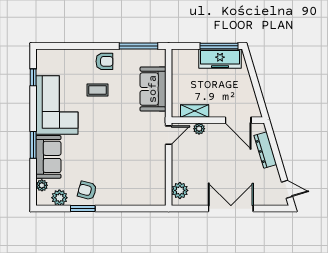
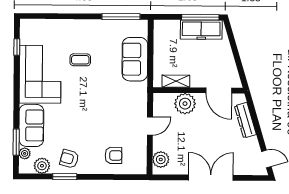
armchair: (104, 61) -> (113, 155), moved
plant: (199, 129) -> (185, 104), width x1.88, depth x1.88
door: (169, 135) -> (150, 126), moved
window: (33, 145) -> (16, 142), moved

